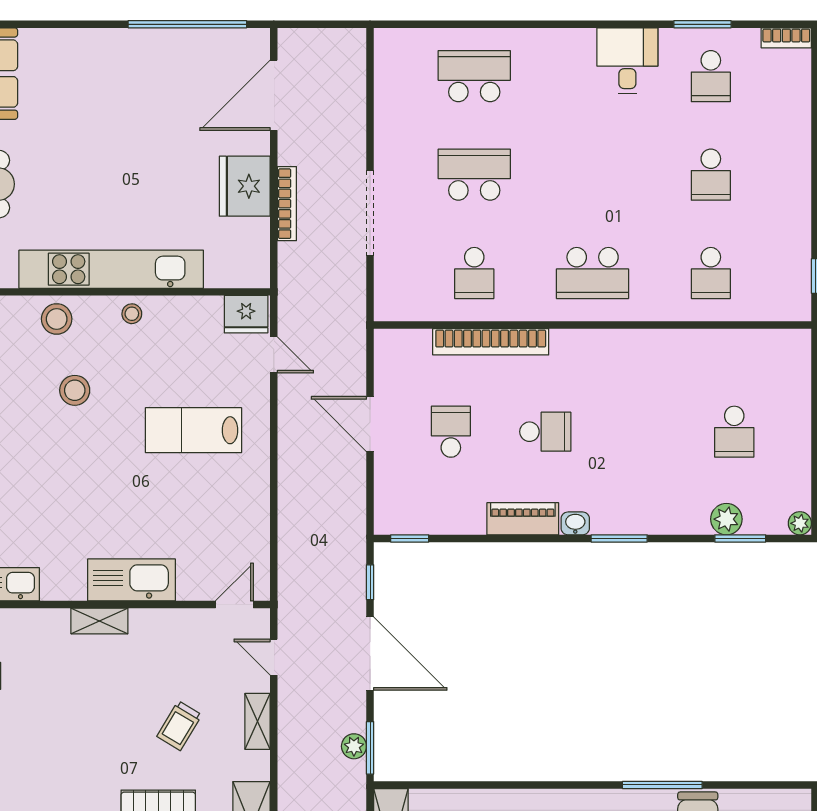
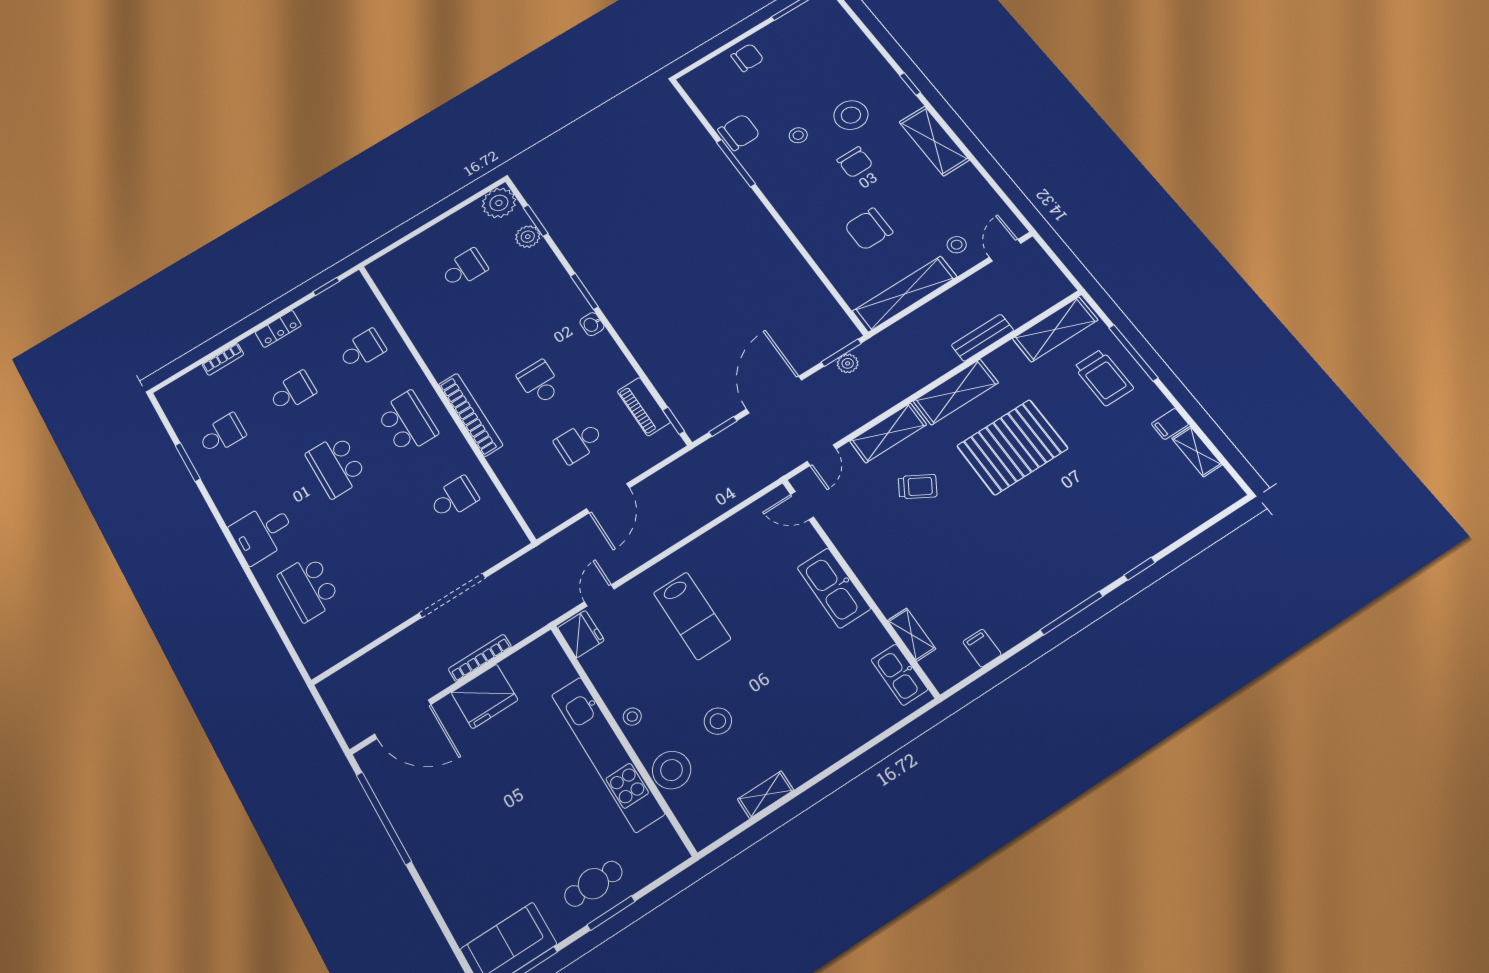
bookcase: (786, 38) -> (223, 359), moved, turned 90
desk: (627, 61) -> (262, 533), moved
school desk: (474, 175) -> (336, 466), moved
locker: (798, 199) -> (278, 329), added
stool: (57, 319) -> (672, 770), width x1.38, depth x1.38
bookcase: (491, 342) -> (471, 415), moved
piano: (523, 519) -> (644, 407), moved
plant: (800, 523) -> (499, 203), width x1.88, depth x1.88
shelving: (99, 621) -> (912, 635), moved
shelving: (258, 721) -> (888, 433), width x1.50, depth x1.33

